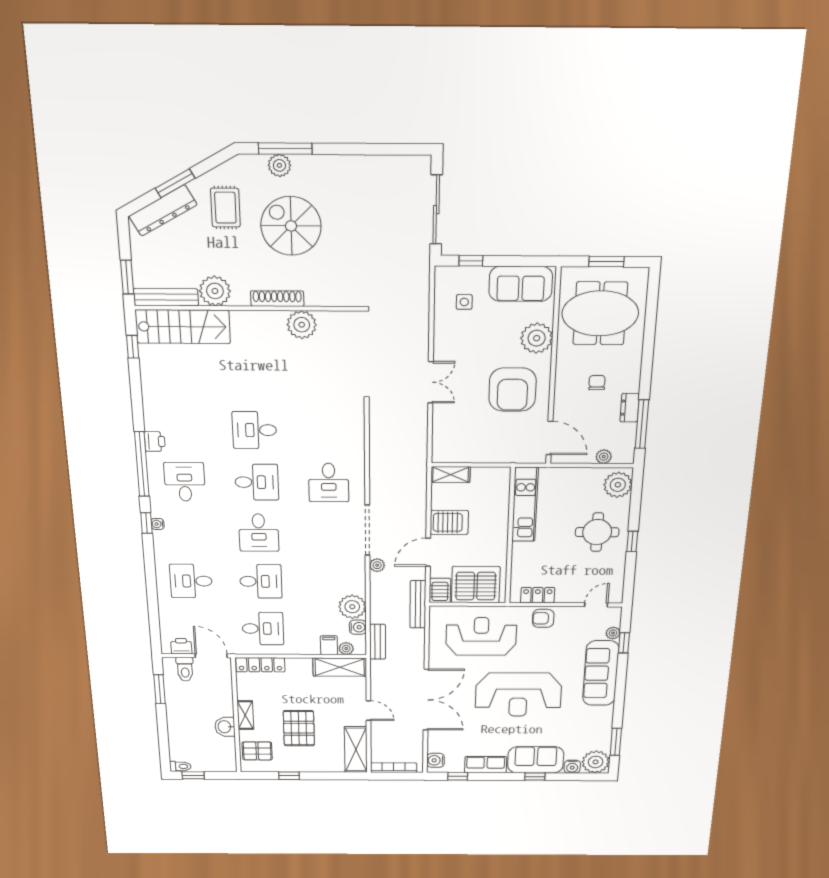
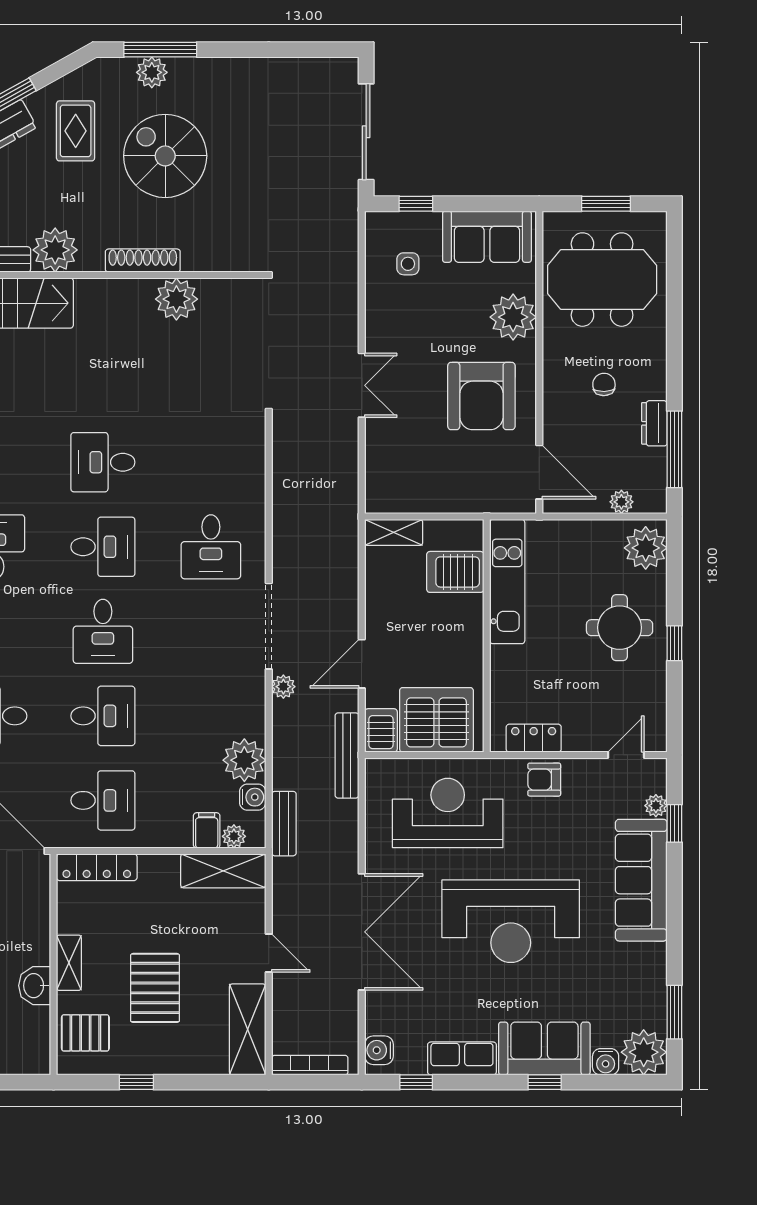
server rack: (449, 522) -> (455, 572), moved, turned 180

